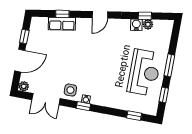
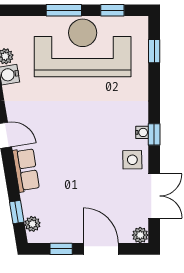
window: (62, 14) -> (17, 212), moved
plant: (43, 22) -> (32, 224), added
row of seats: (62, 24) -> (26, 170), moved
reception desk: (144, 73) -> (83, 48), width x1.36, depth x1.30

